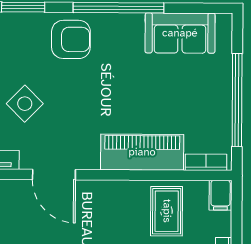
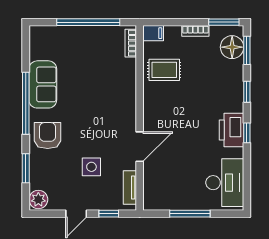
sofa: (180, 33) -> (43, 84), moved
side table: (25, 104) -> (91, 167), turned 45
piano: (142, 152) -> (124, 87), removed

